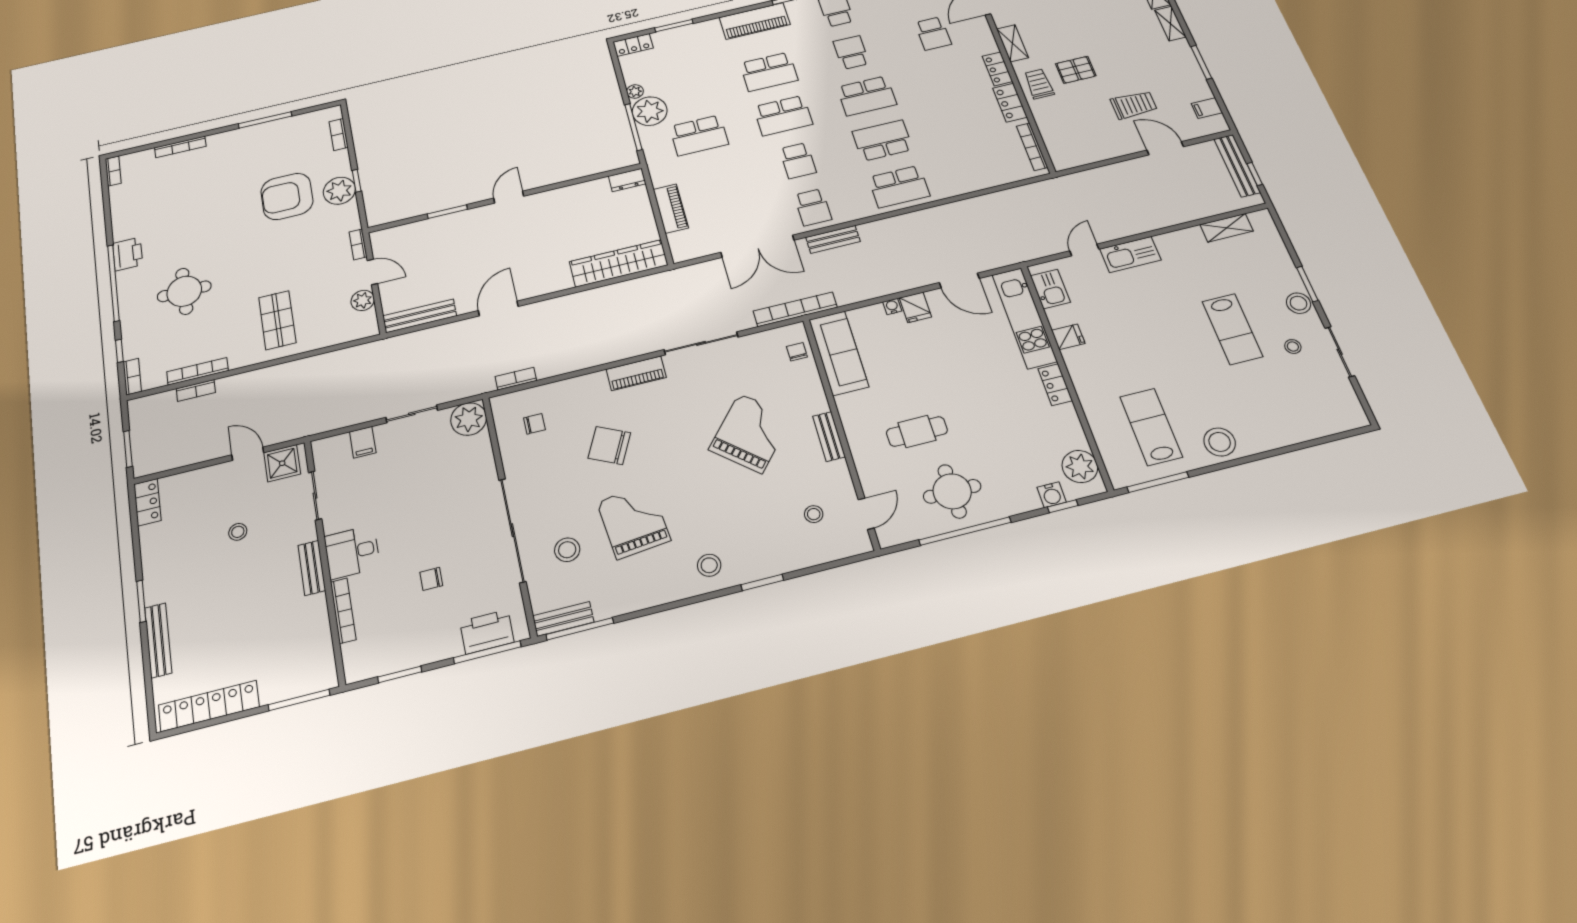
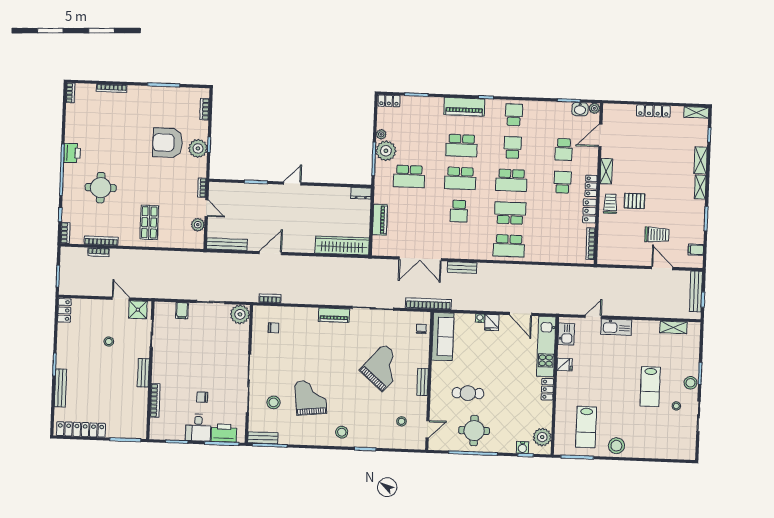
school desk: (813, 207) -> (562, 182), moved, turned 180
lab bench: (1151, 427) -> (586, 427), turned 180
chair: (609, 446) -> (309, 352), removed
desk: (352, 552) -> (198, 428), moved, turned -90

